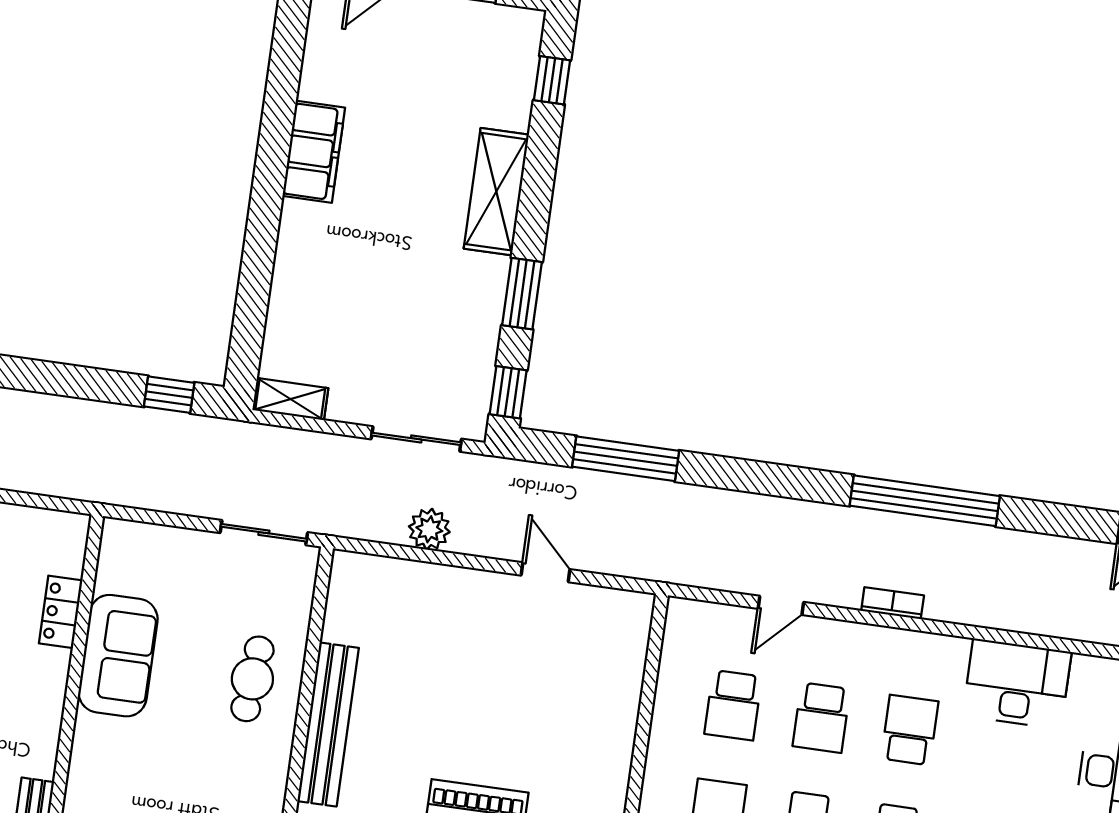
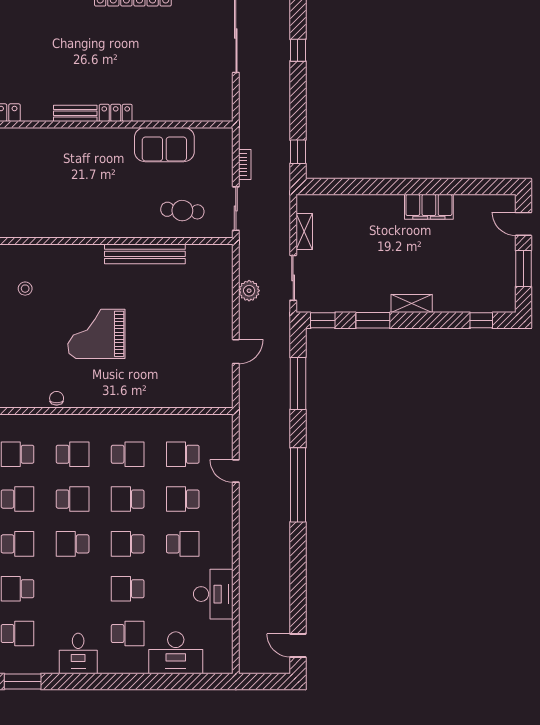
shelving: (496, 192) -> (412, 303), width x0.67, depth x0.75
shelving: (290, 399) -> (304, 232), moved
window: (925, 501) -> (298, 485), moved
bookcase: (893, 603) -> (245, 165), moved
locker: (61, 612) -> (116, 113), moved
cafe table: (252, 679) -> (182, 211), moved

